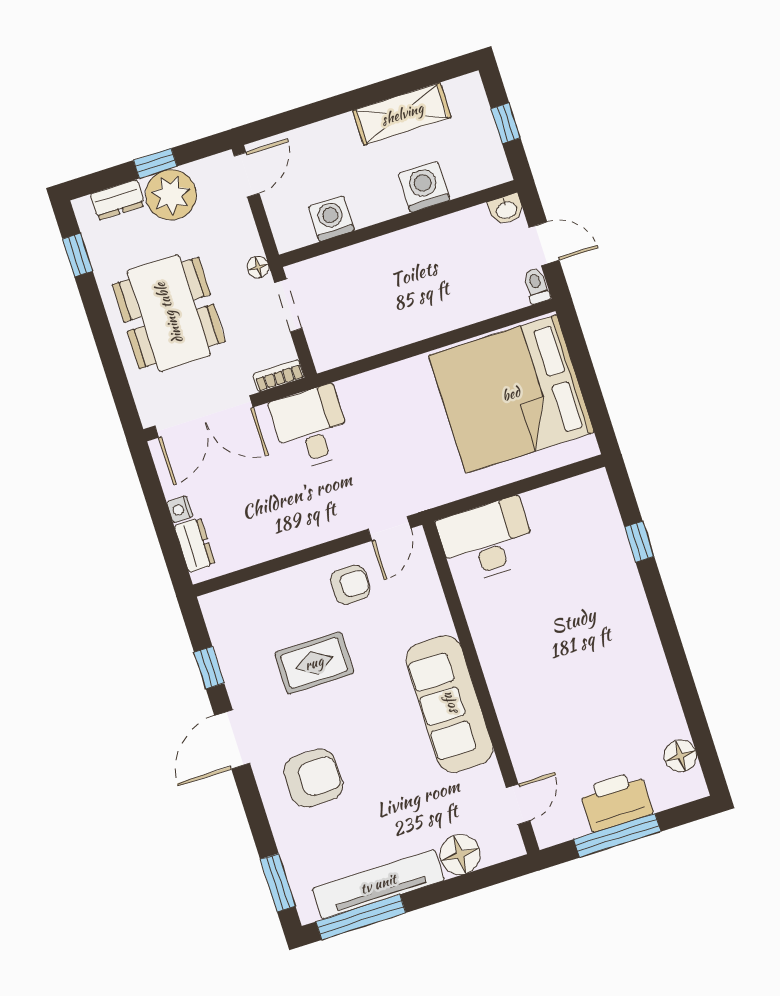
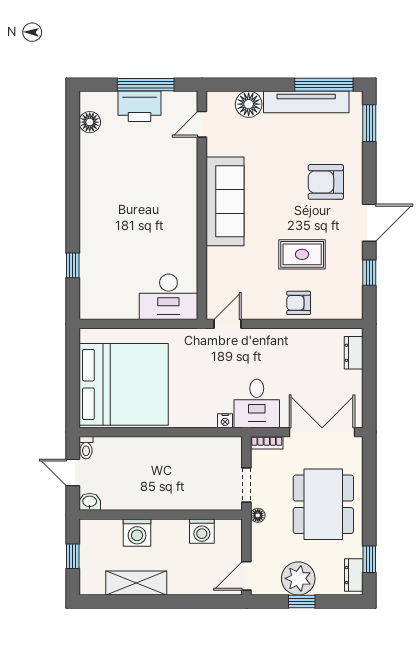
dresser: (118, 200) -> (354, 575), moved, turned -90
nightstand: (180, 509) -> (225, 421), moved, turned 90
armchair: (350, 585) -> (299, 303), moved

